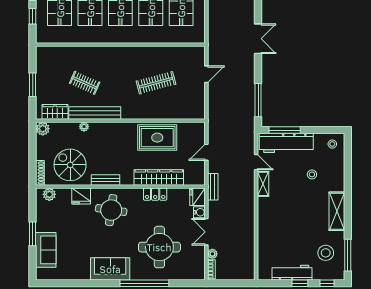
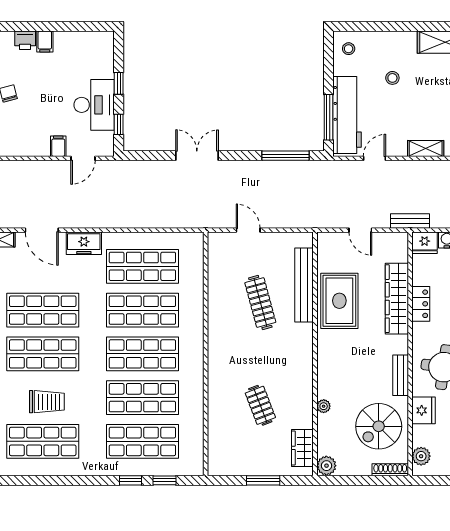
clothes rail: (85, 83) -> (260, 405), turned -45
bench: (95, 113) -> (304, 285), moved
shelving: (263, 184) -> (426, 148), moved

